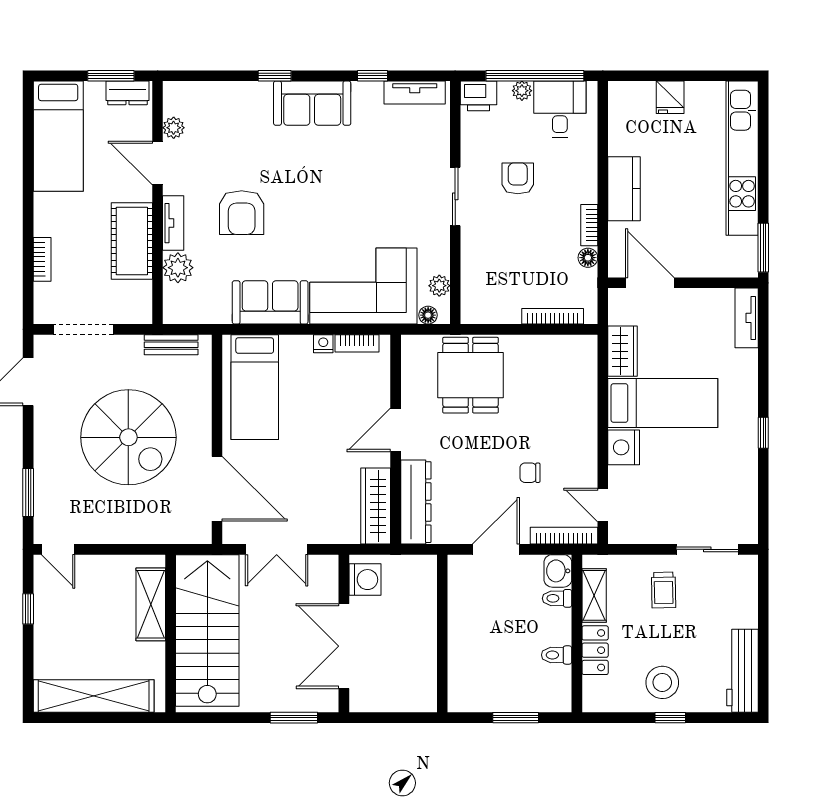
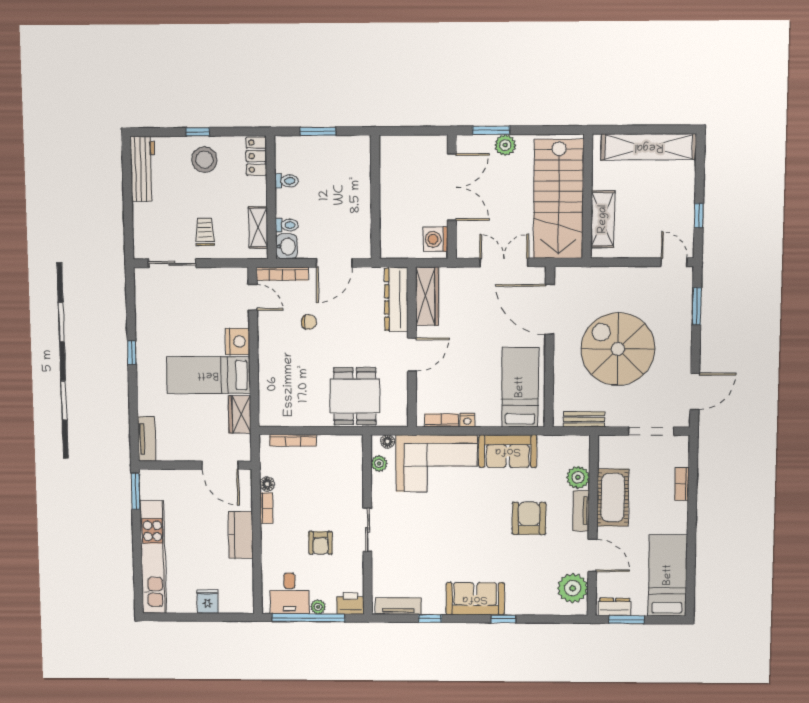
plant: (174, 128) -> (573, 588), width x1.87, depth x1.87
locker: (595, 650) -> (256, 156), moved
plant: (276, 699) -> (505, 145), added

